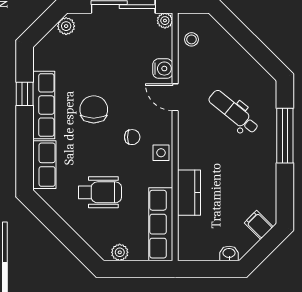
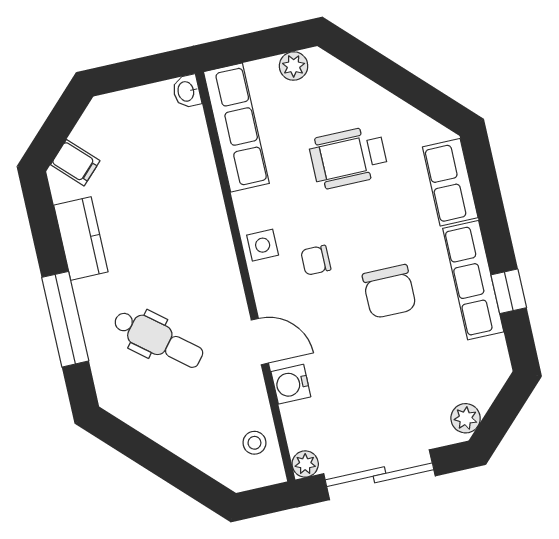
kitchen counter: (189, 193) -> (81, 238), moved, turned 180
washbasin: (229, 253) -> (187, 91), moved, turned 90

